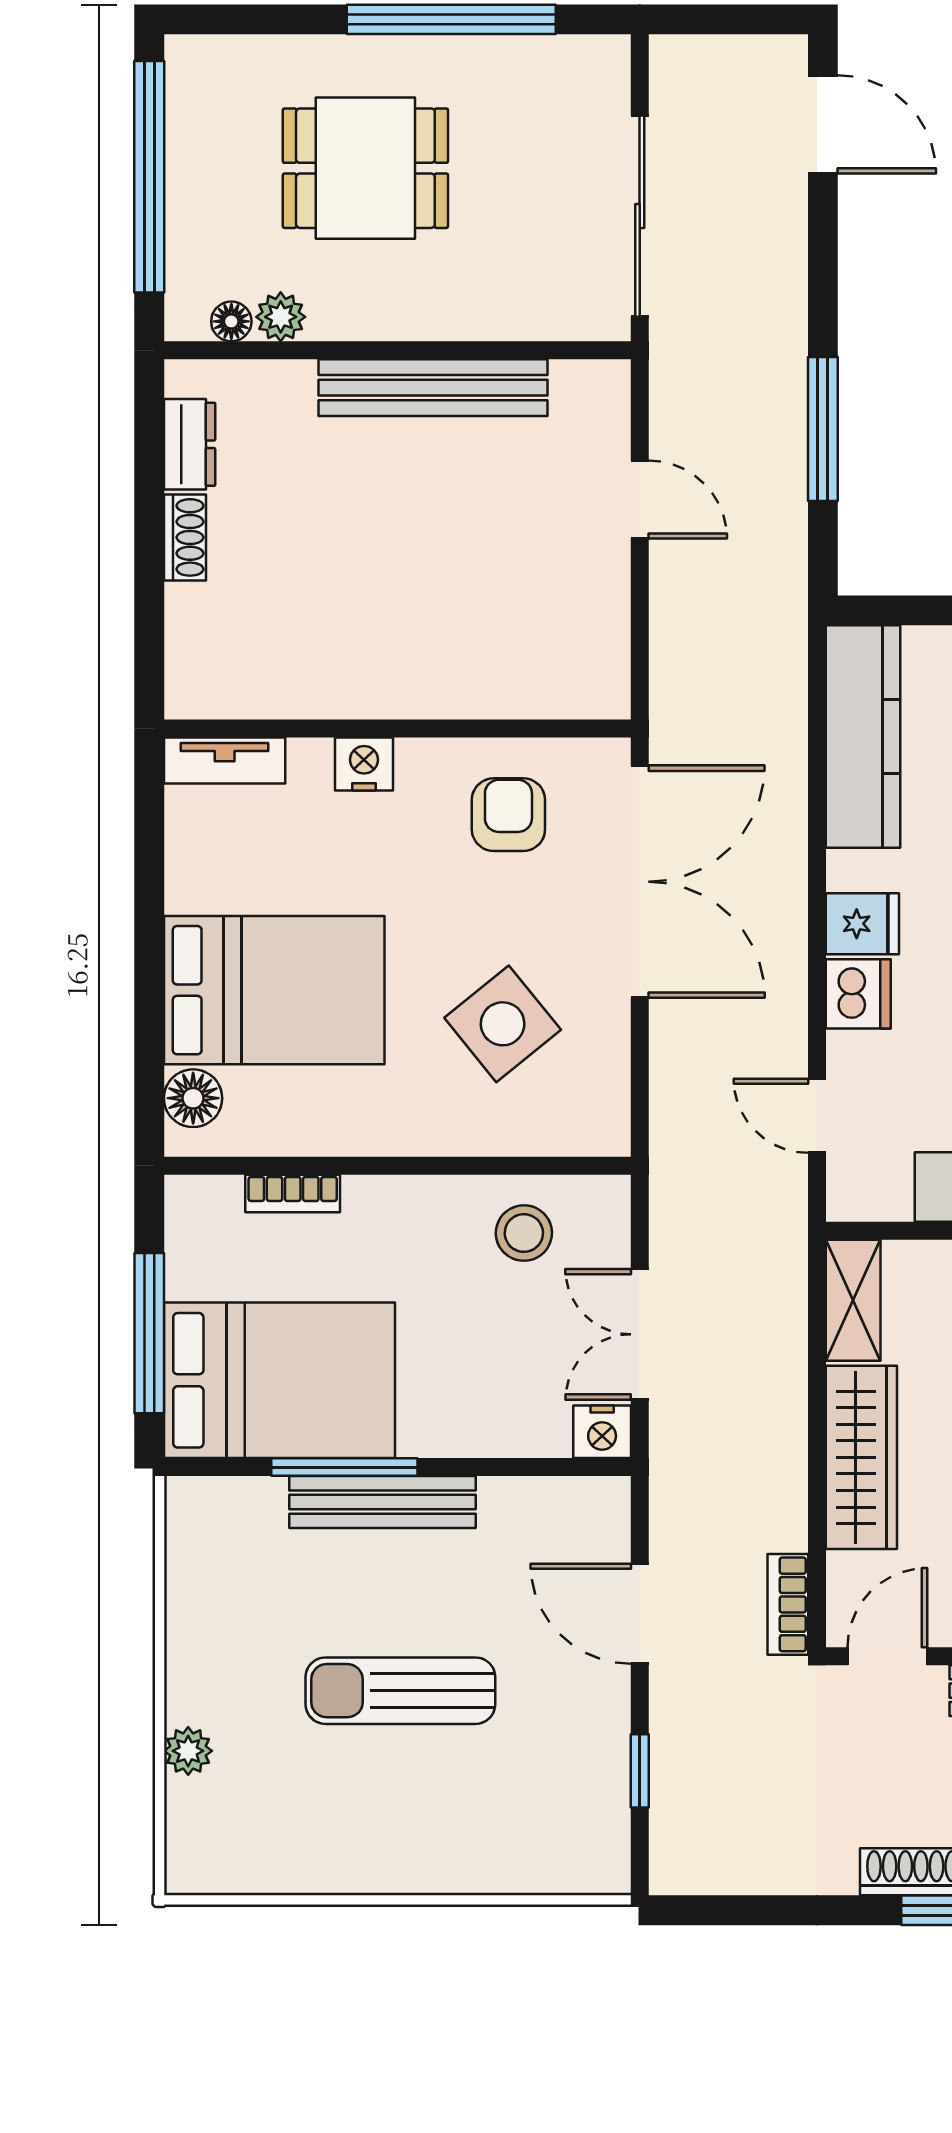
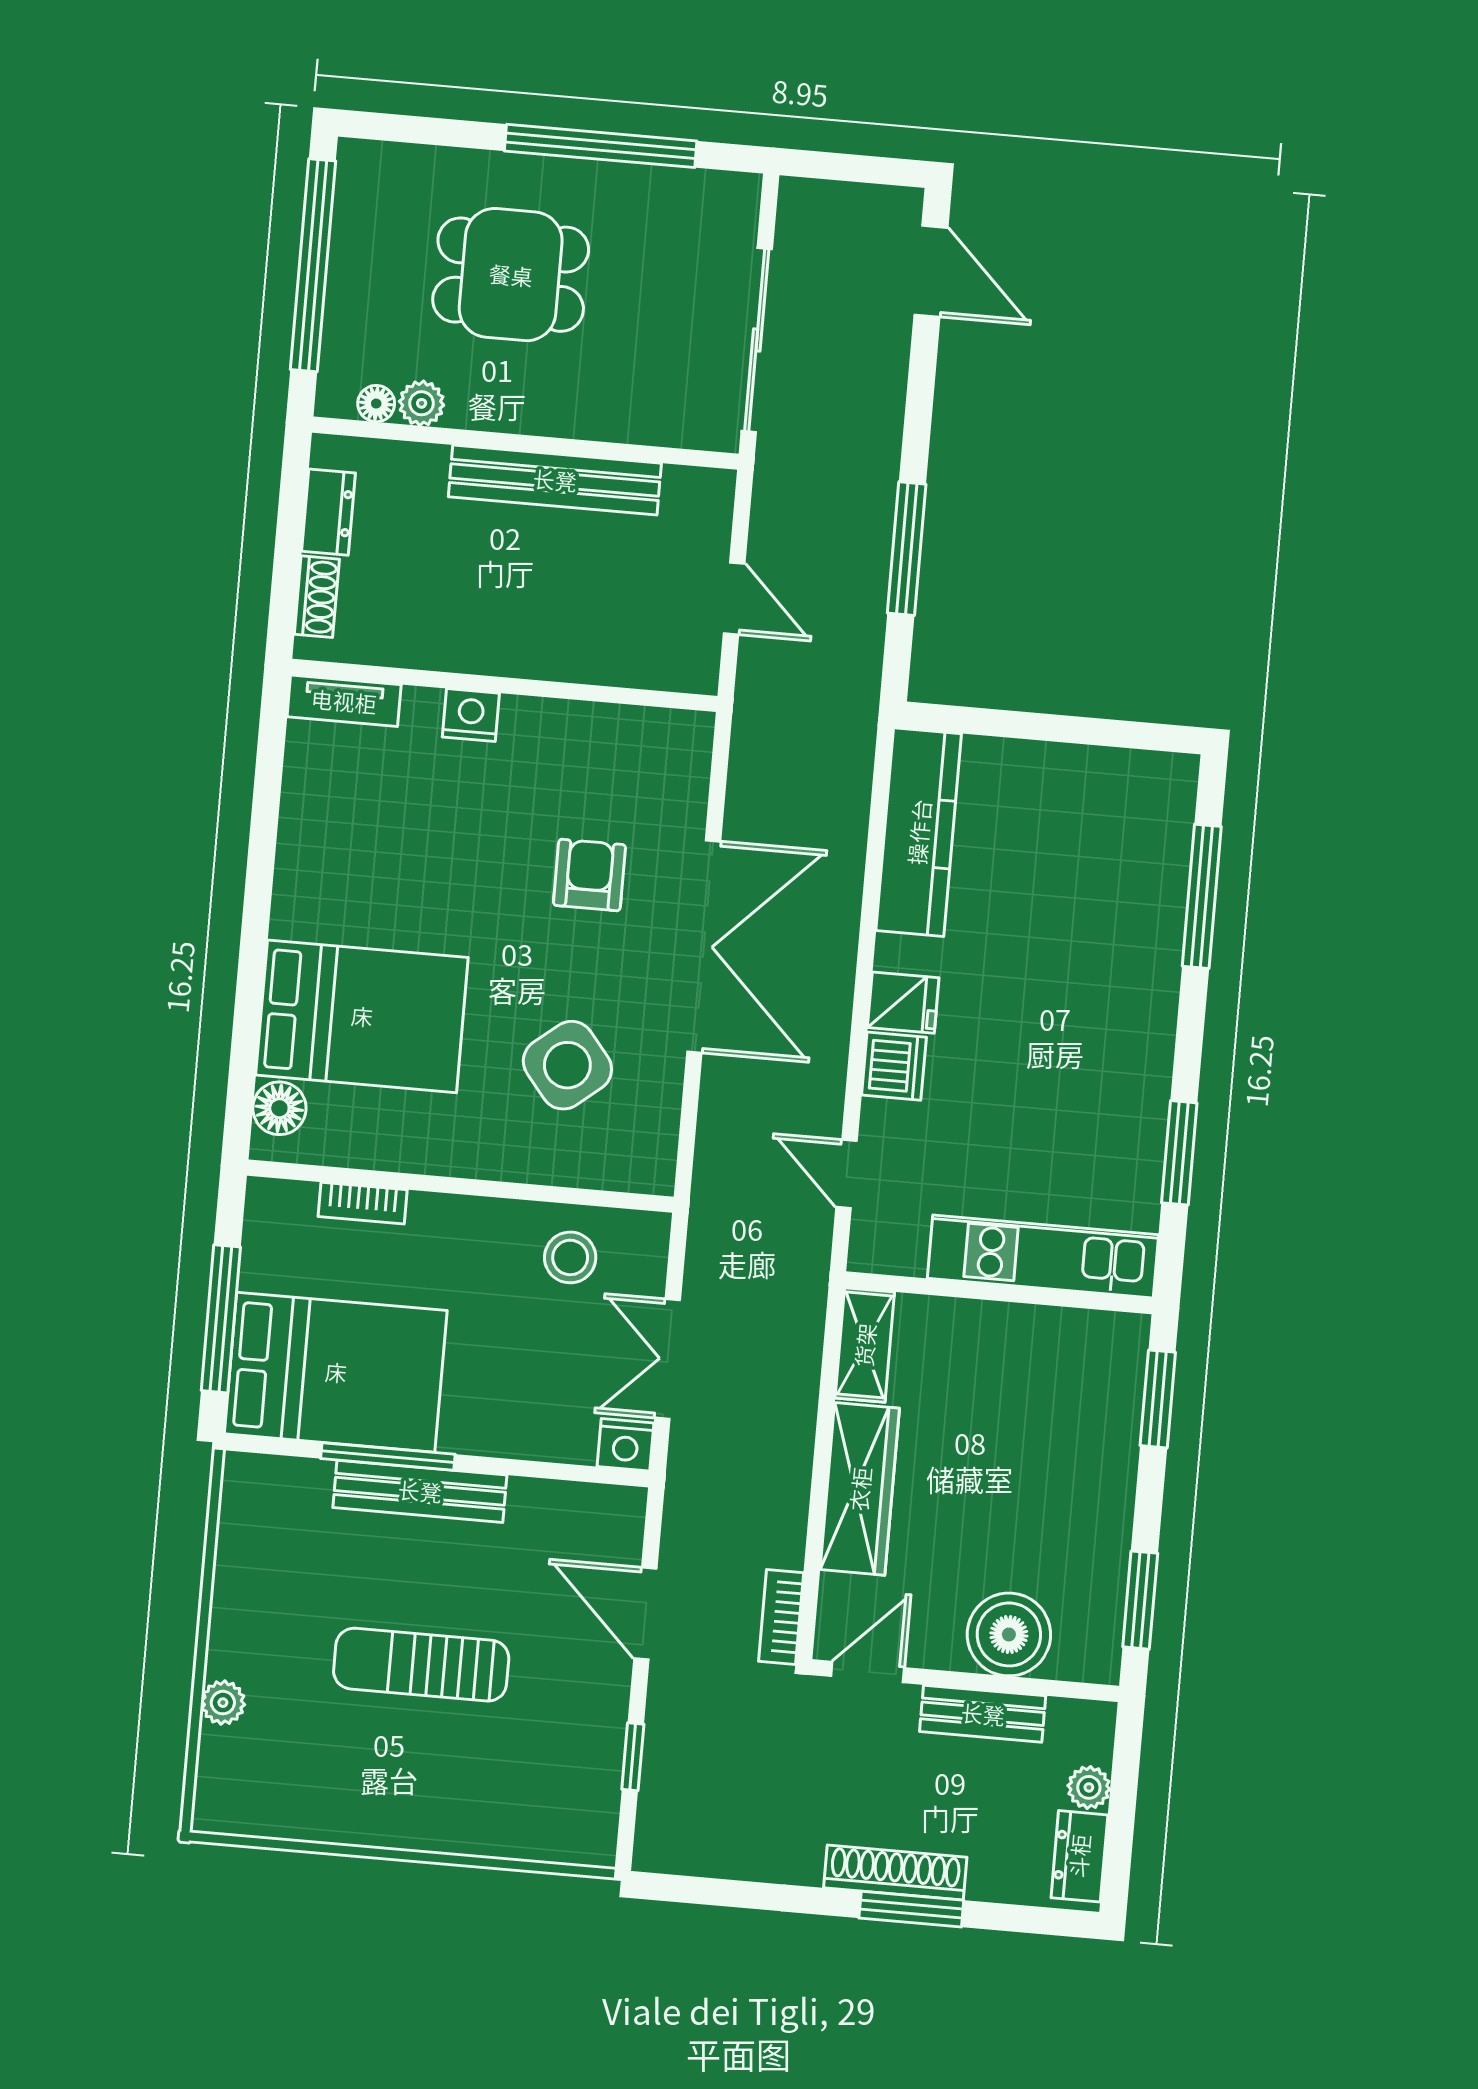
wall: (397, 728) -> (504, 685), moved
tv unit: (225, 760) -> (344, 701), moved
nightstand: (364, 764) -> (471, 715), moved

